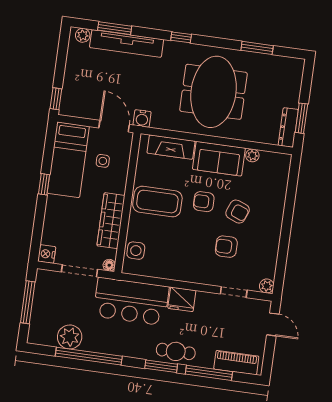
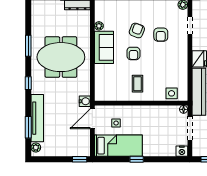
window: (257, 48) -> (28, 46), moved
fireplace: (171, 147) -> (101, 80), removed
coffee table: (157, 202) -> (138, 84), width x0.54, depth x0.58
wardrobe: (111, 221) -> (154, 112), removed

